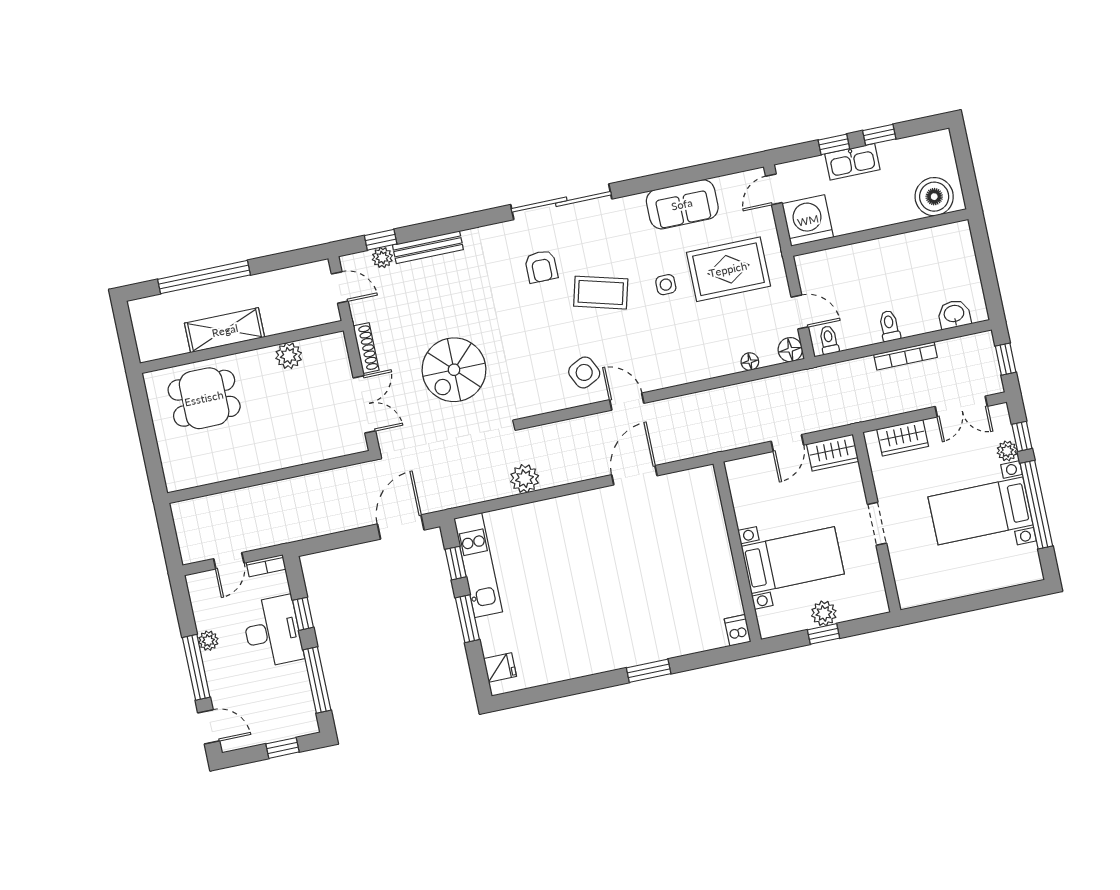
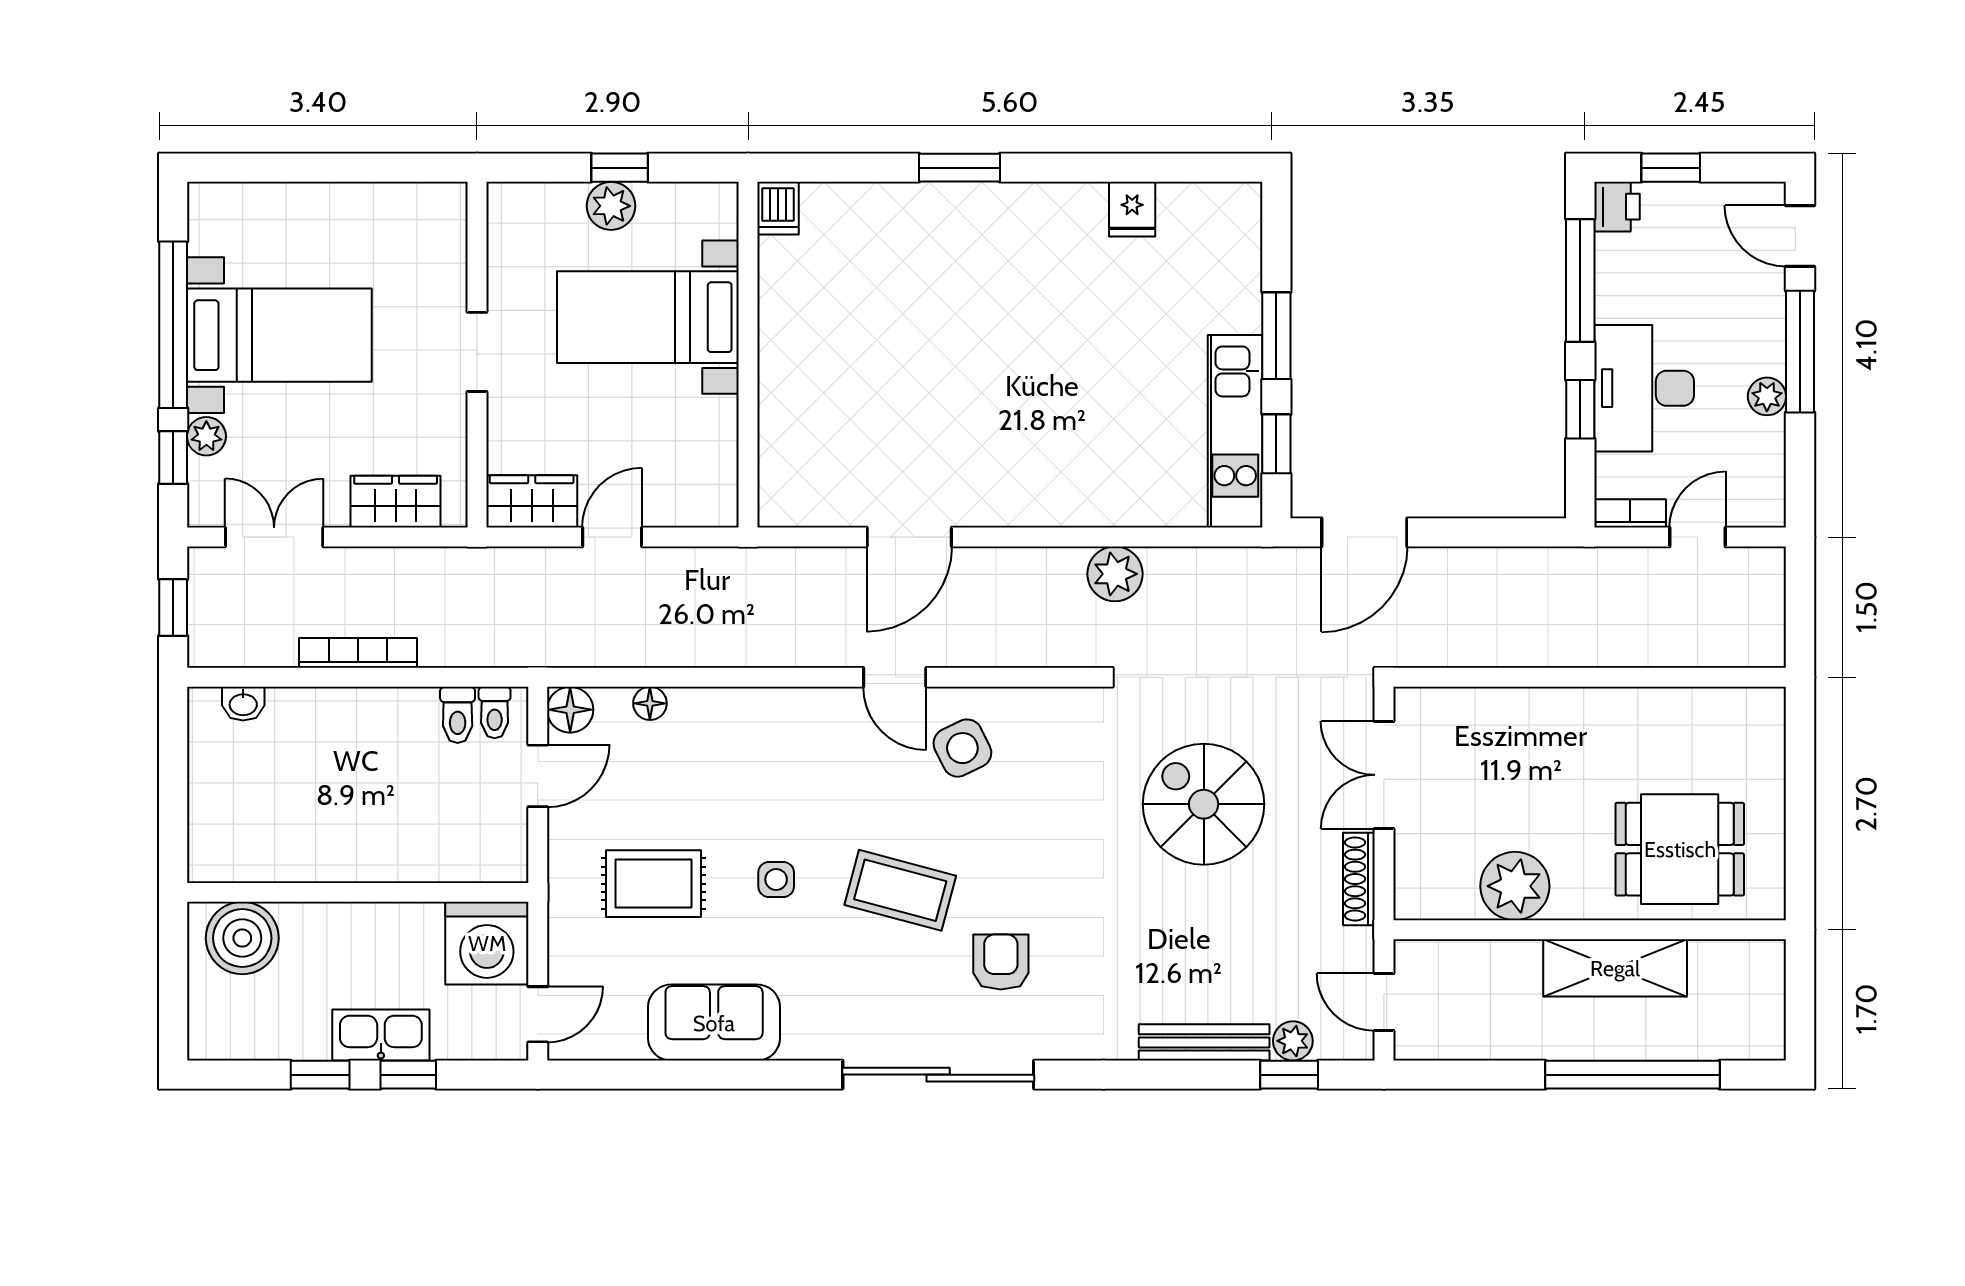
rug: (728, 269) -> (653, 884), width x0.73, depth x0.70
door: (800, 312) -> (538, 776), swing flipped
washbasin: (954, 314) -> (243, 704), width x0.72, depth x0.69
toilet: (889, 326) -> (458, 715), moved
plant: (289, 356) -> (1515, 886), width x1.36, depth x1.36
spiral stairs: (454, 370) -> (1204, 804), turned -90
fridge: (500, 668) -> (1132, 209), moved, turned -90
printer: (306, 722) -> (1617, 207), added

